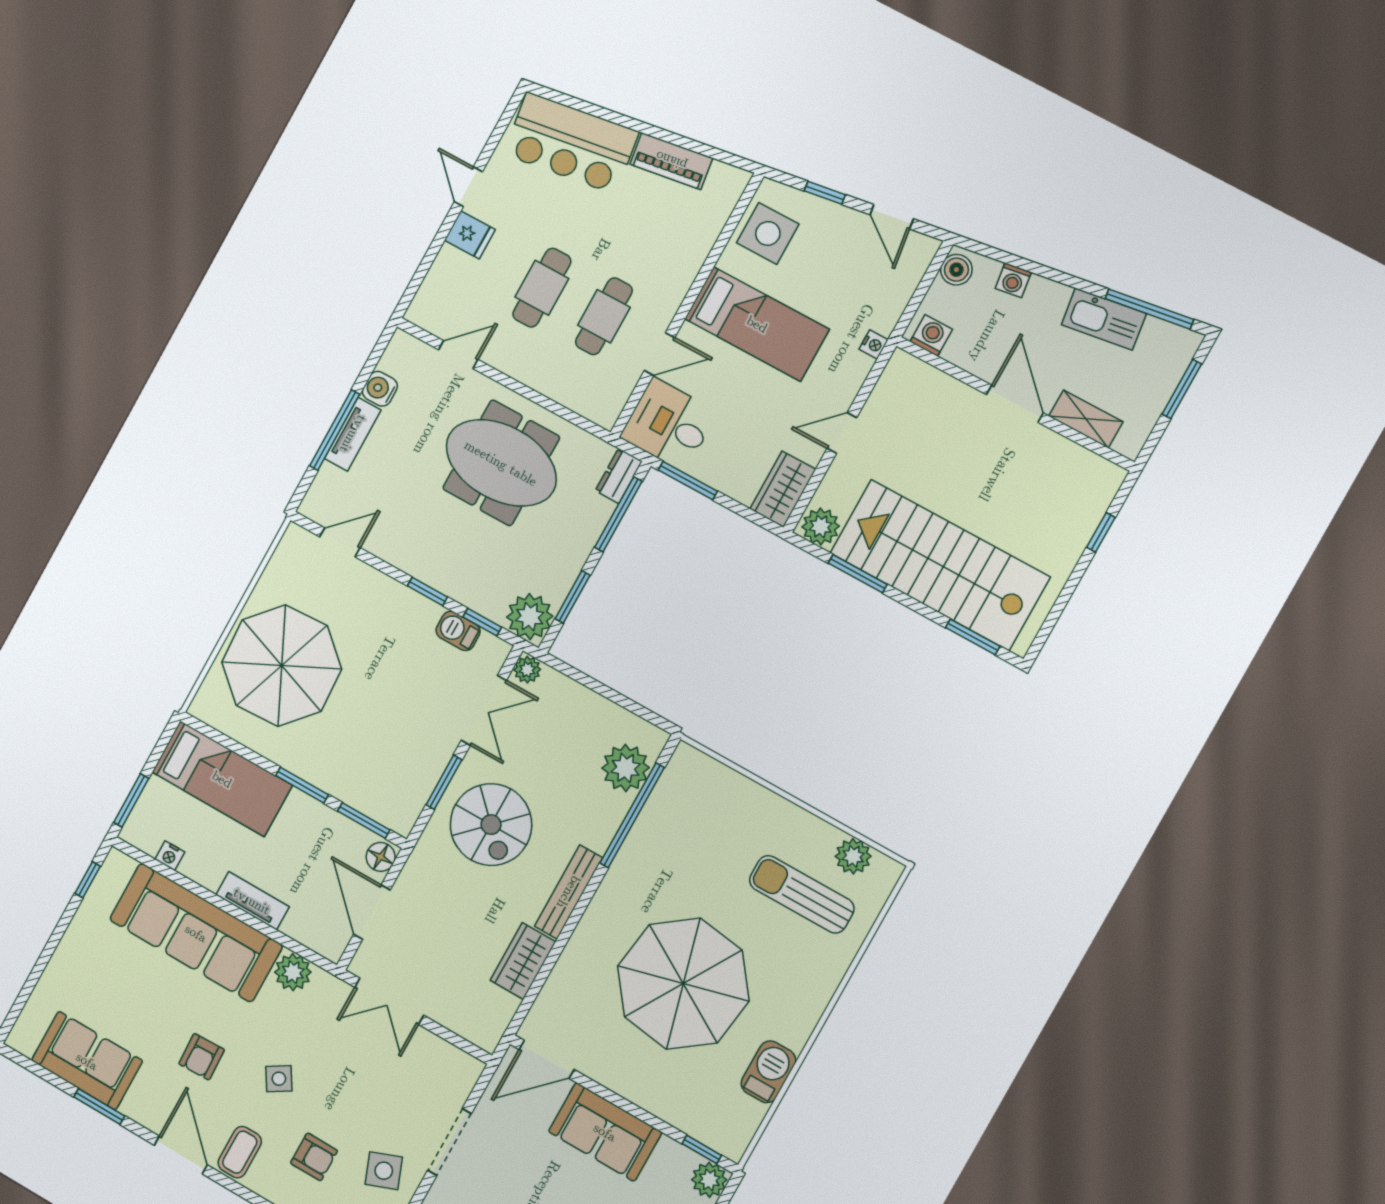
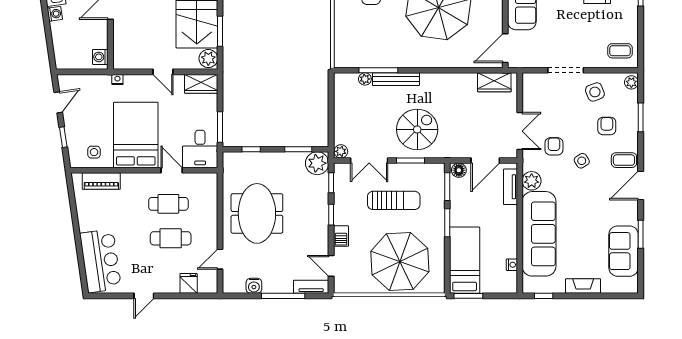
piano: (671, 161) -> (101, 181), moved, turned 98
side table: (768, 233) -> (94, 152), width x0.54, depth x0.54
fridge: (470, 235) -> (189, 283), moved
boiler: (956, 270) -> (66, 62), removed
washing machine: (1013, 280) -> (55, 14), moved
bed: (757, 324) -> (136, 135), width x1.50
door: (458, 355) -> (220, 259), hinge flipped
tv unit: (353, 434) -> (311, 287), moved
dresser: (619, 476) -> (234, 158), removed
window: (618, 514) -> (251, 149), width x0.46
barbecue: (458, 631) -> (341, 236), moved
double door: (484, 710) -> (369, 161), swing flipped
sun lounger: (392, 714) -> (394, 200), added
plant: (626, 768) -> (365, 79), width x0.53, depth x0.53
window: (131, 800) -> (468, 296), moved
window: (632, 815) -> (378, 70), width x0.68
bench: (569, 892) -> (396, 79), moved
tv unit: (252, 901) -> (510, 187), moved
fireplace: (67, 957) -> (583, 286), added
wardrobe: (523, 961) -> (494, 82), moved
armchair: (202, 1057) -> (554, 146), moved, turned -88
door: (547, 1059) -> (505, 48), swing flipped

